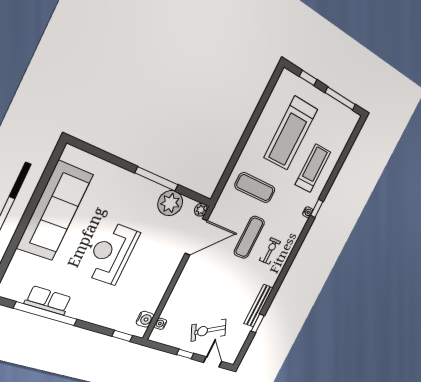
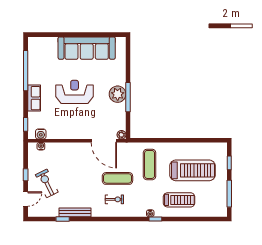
treadmill: (291, 133) -> (193, 170), turned 180
plant: (170, 203) -> (118, 94), moved
row of seats: (48, 301) -> (34, 98), moved

